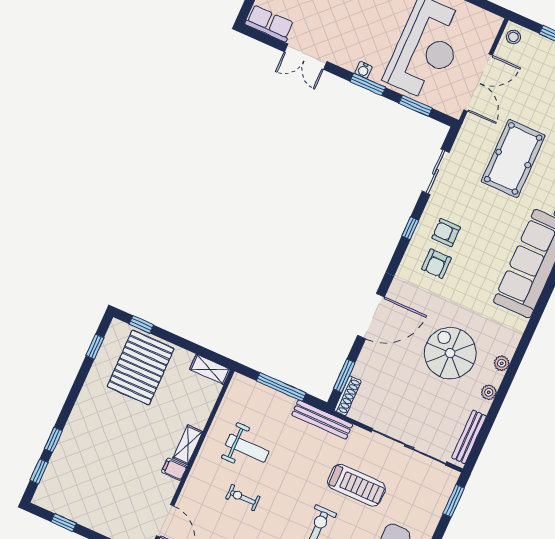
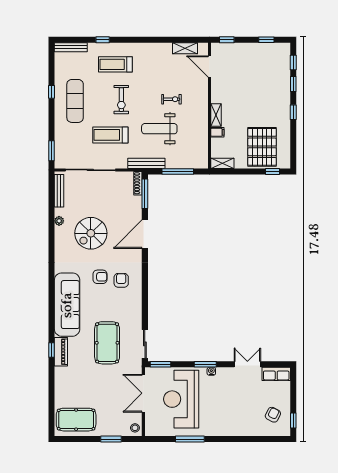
window: (415, 106) -> (161, 364), moved
pool table: (513, 158) -> (107, 343), moved
sliding door: (436, 172) -> (145, 344), moved
window: (410, 228) -> (145, 294), removed
armchair: (446, 233) -> (100, 277), moved
window: (95, 347) -> (293, 112), moved
spiral stairs: (450, 353) -> (91, 233), turned 90
plant: (502, 363) -> (59, 240), removed
window: (344, 376) -> (145, 194), width x1.44
weight bench: (247, 448) -> (159, 129), moved, width x1.36, depth x1.33
filing cabinet: (174, 469) -> (217, 132), moved

